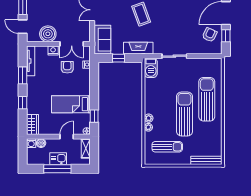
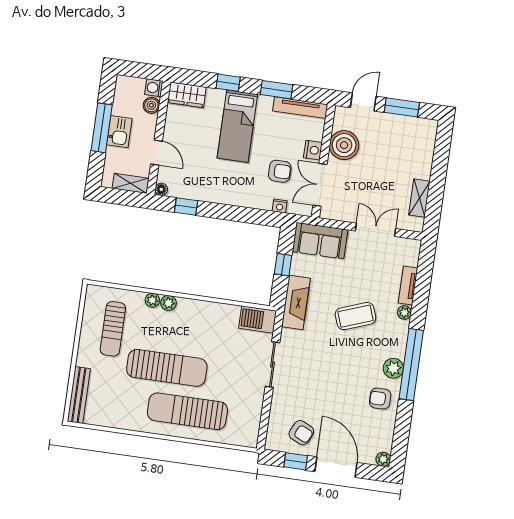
sun lounger: (207, 99) -> (187, 411), turned 180
bed: (71, 104) -> (237, 126), moved, turned 180

